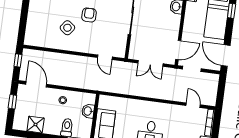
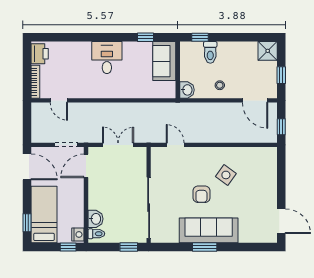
washbasin: (88, 111) -> (187, 90), moved
shower: (36, 125) -> (268, 51), moved

